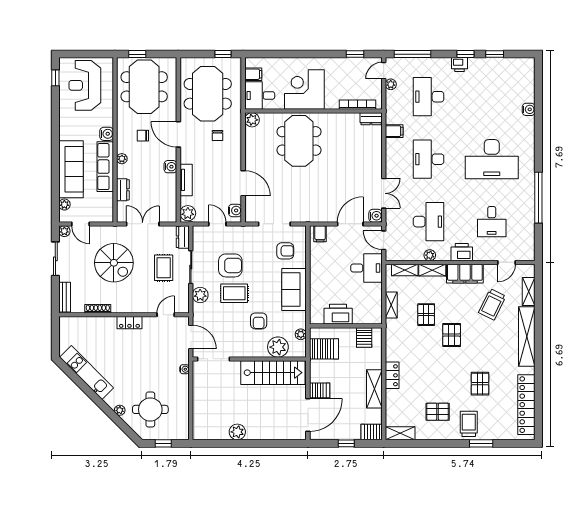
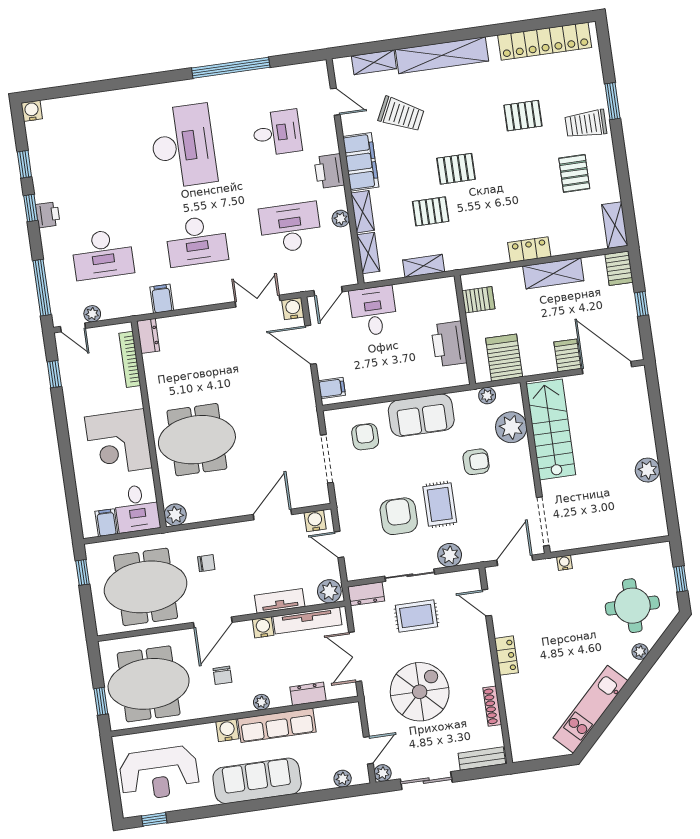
water cooler: (529, 109) -> (32, 111), moved
sofa: (71, 169) -> (257, 781), moved
tv unit: (171, 196) -> (307, 621), added
door: (217, 224) -> (339, 544), hinge flipped

